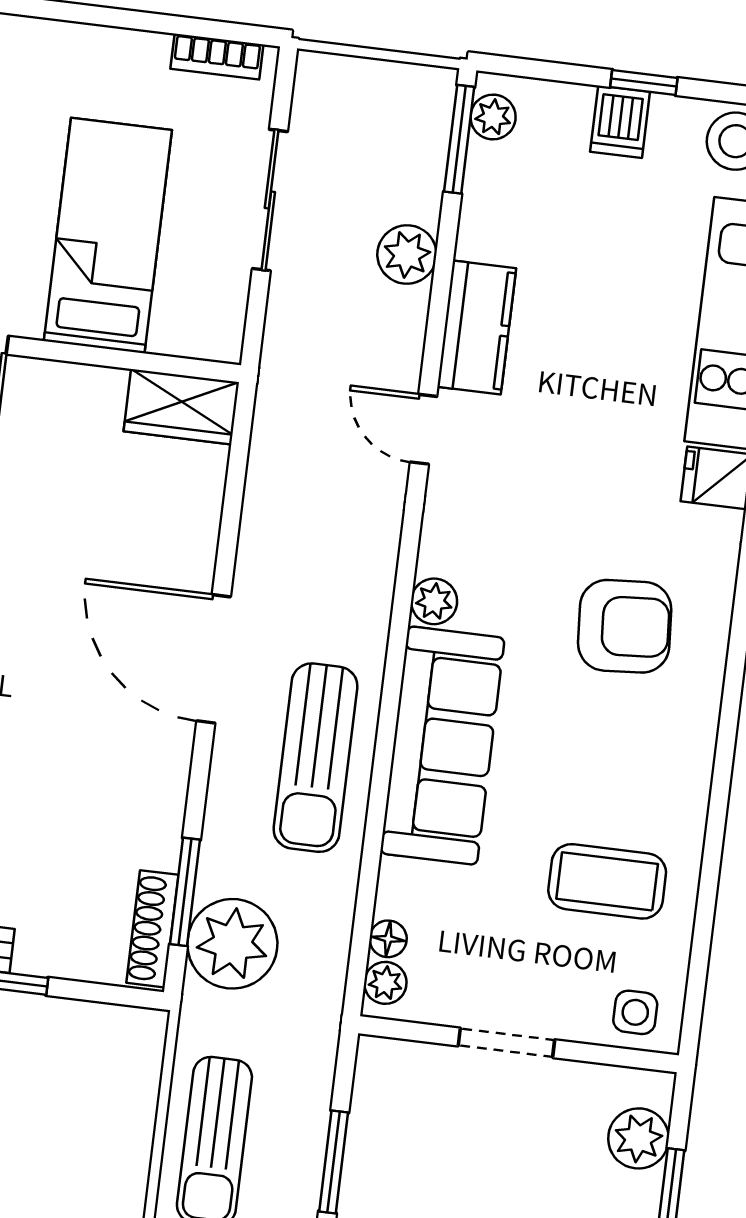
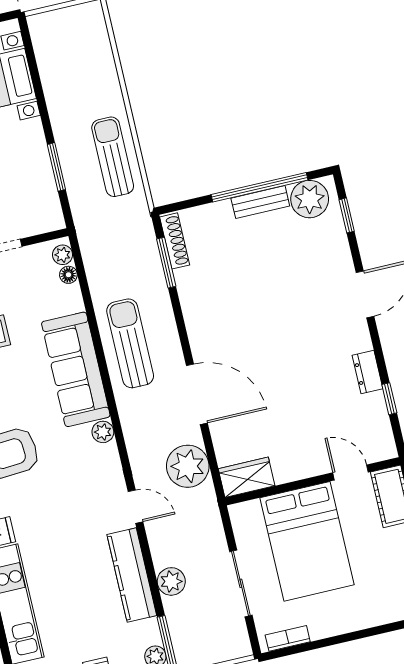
bed: (108, 236) -> (307, 541), width x1.50
kitchen counter: (477, 328) -> (132, 575), width x1.50
door: (214, 659) -> (197, 394), moved
plant: (232, 944) -> (188, 466), moved

